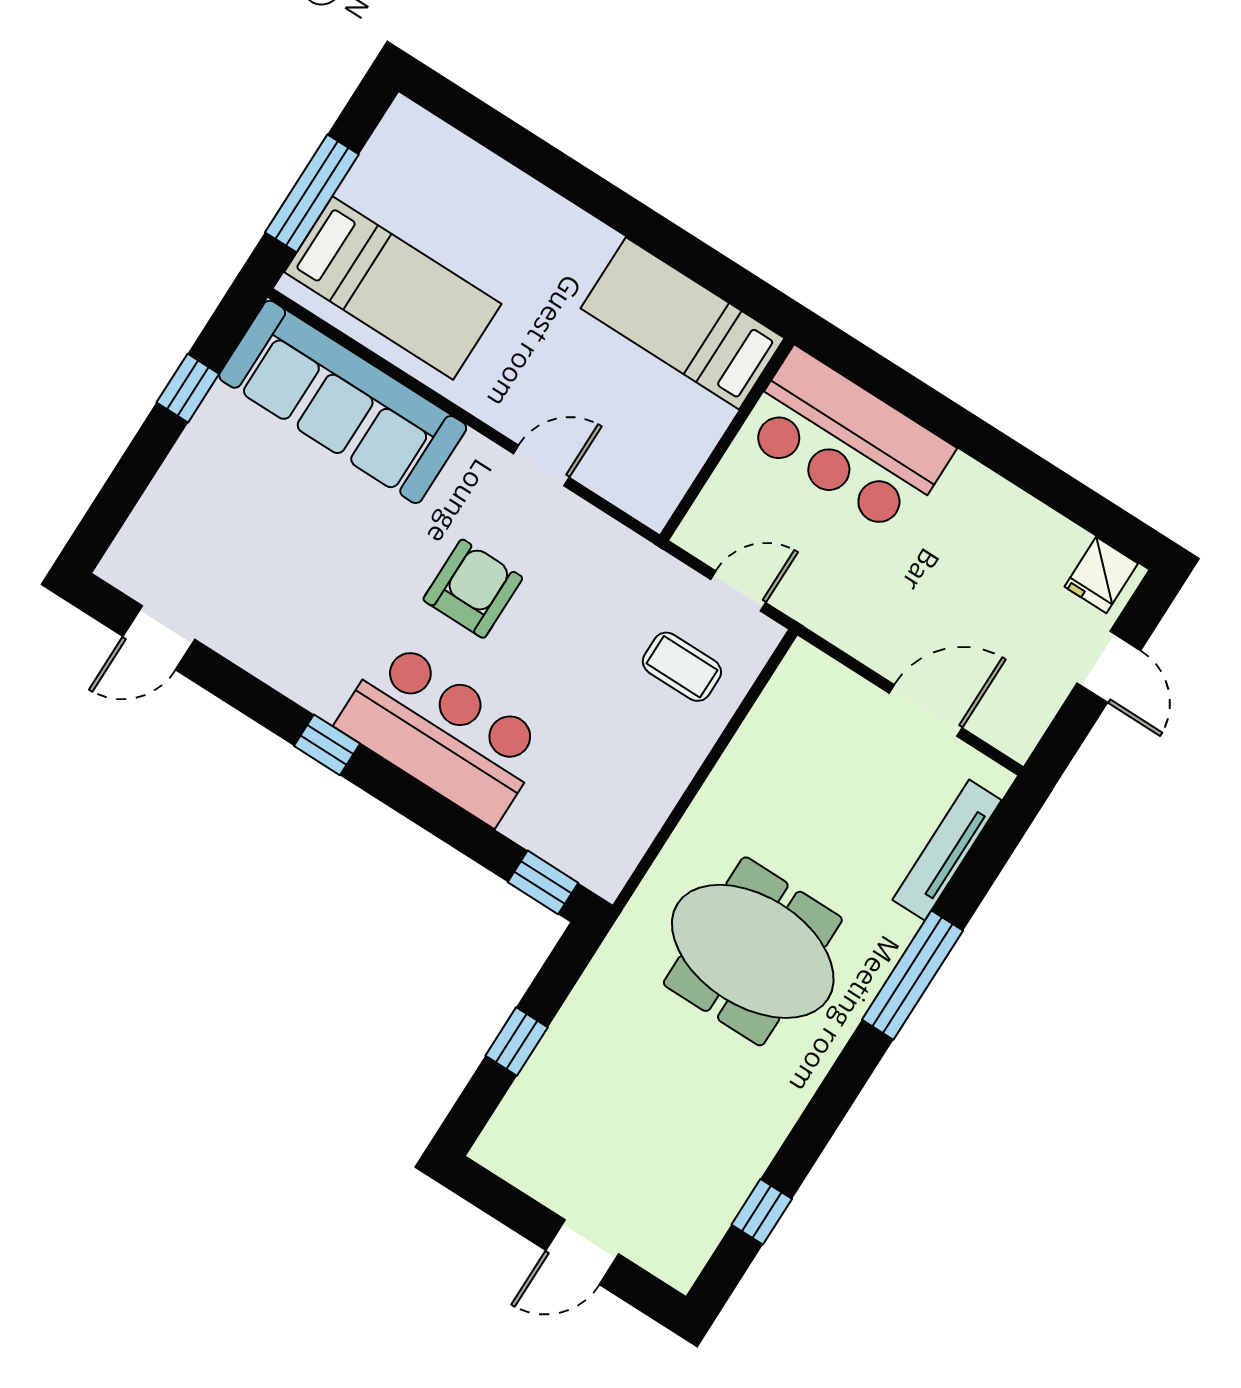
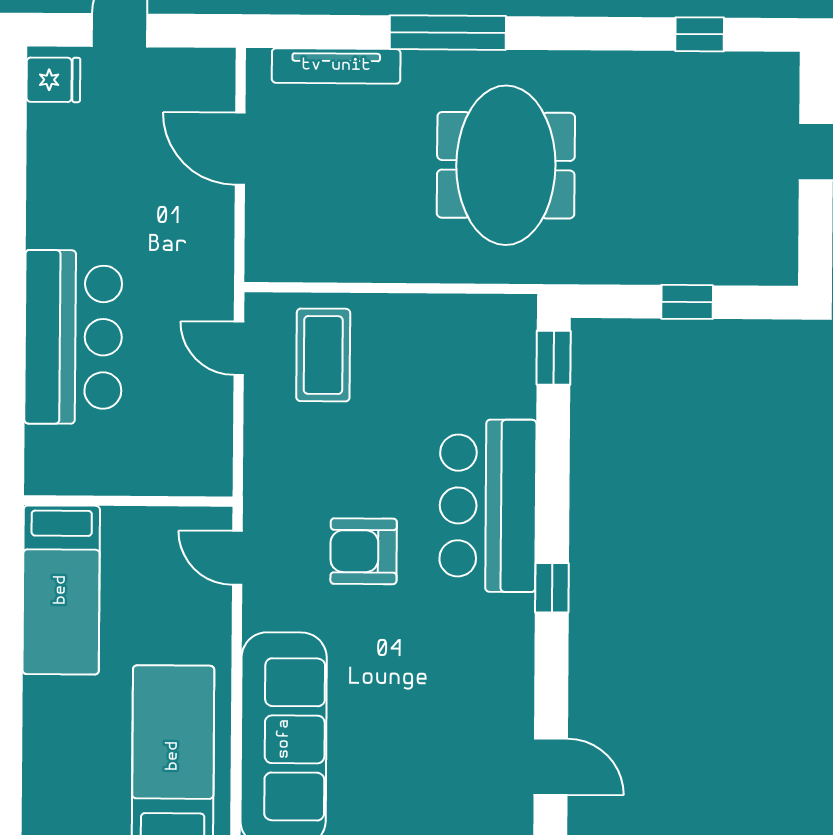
bed: (683, 323) -> (61, 590), moved
wall: (727, 439) -> (128, 501), moved
coffee table: (682, 667) -> (323, 355), width x1.36, depth x1.30

